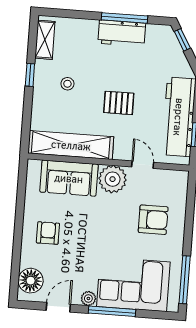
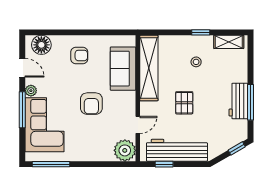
plant: (113, 179) -> (125, 150), moved
armchair: (153, 220) -> (91, 104), moved

